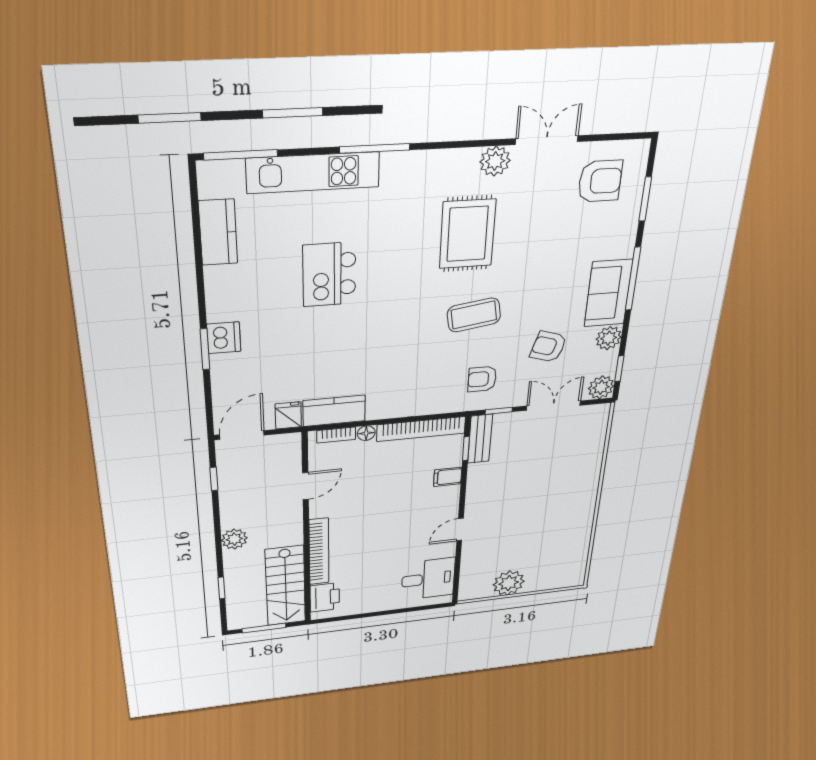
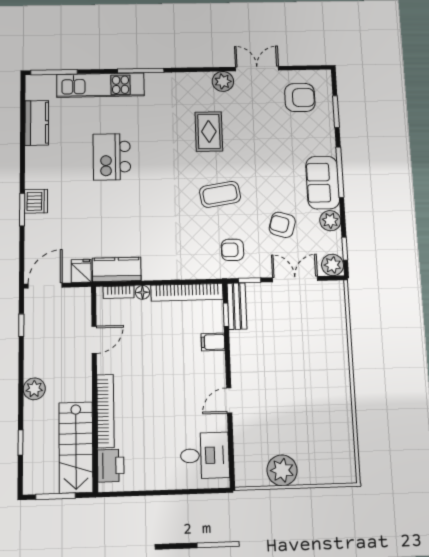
rug: (467, 234) -> (209, 131), width x0.73, depth x0.70

